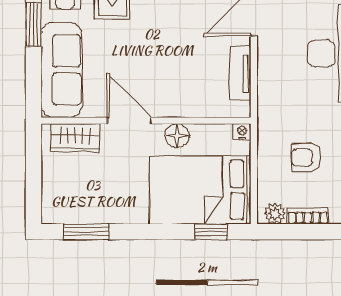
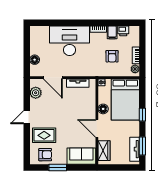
sofa: (61, 70) -> (81, 156), width x0.73
door: (129, 121) -> (97, 128), hinge flipped
tv unit: (79, 213) -> (135, 149), added
window: (211, 232) -> (142, 115), moved

